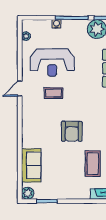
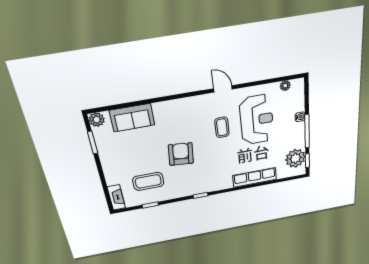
reception desk: (52, 62) -> (257, 120), turned 180
armchair: (72, 131) -> (181, 154), turned 95

